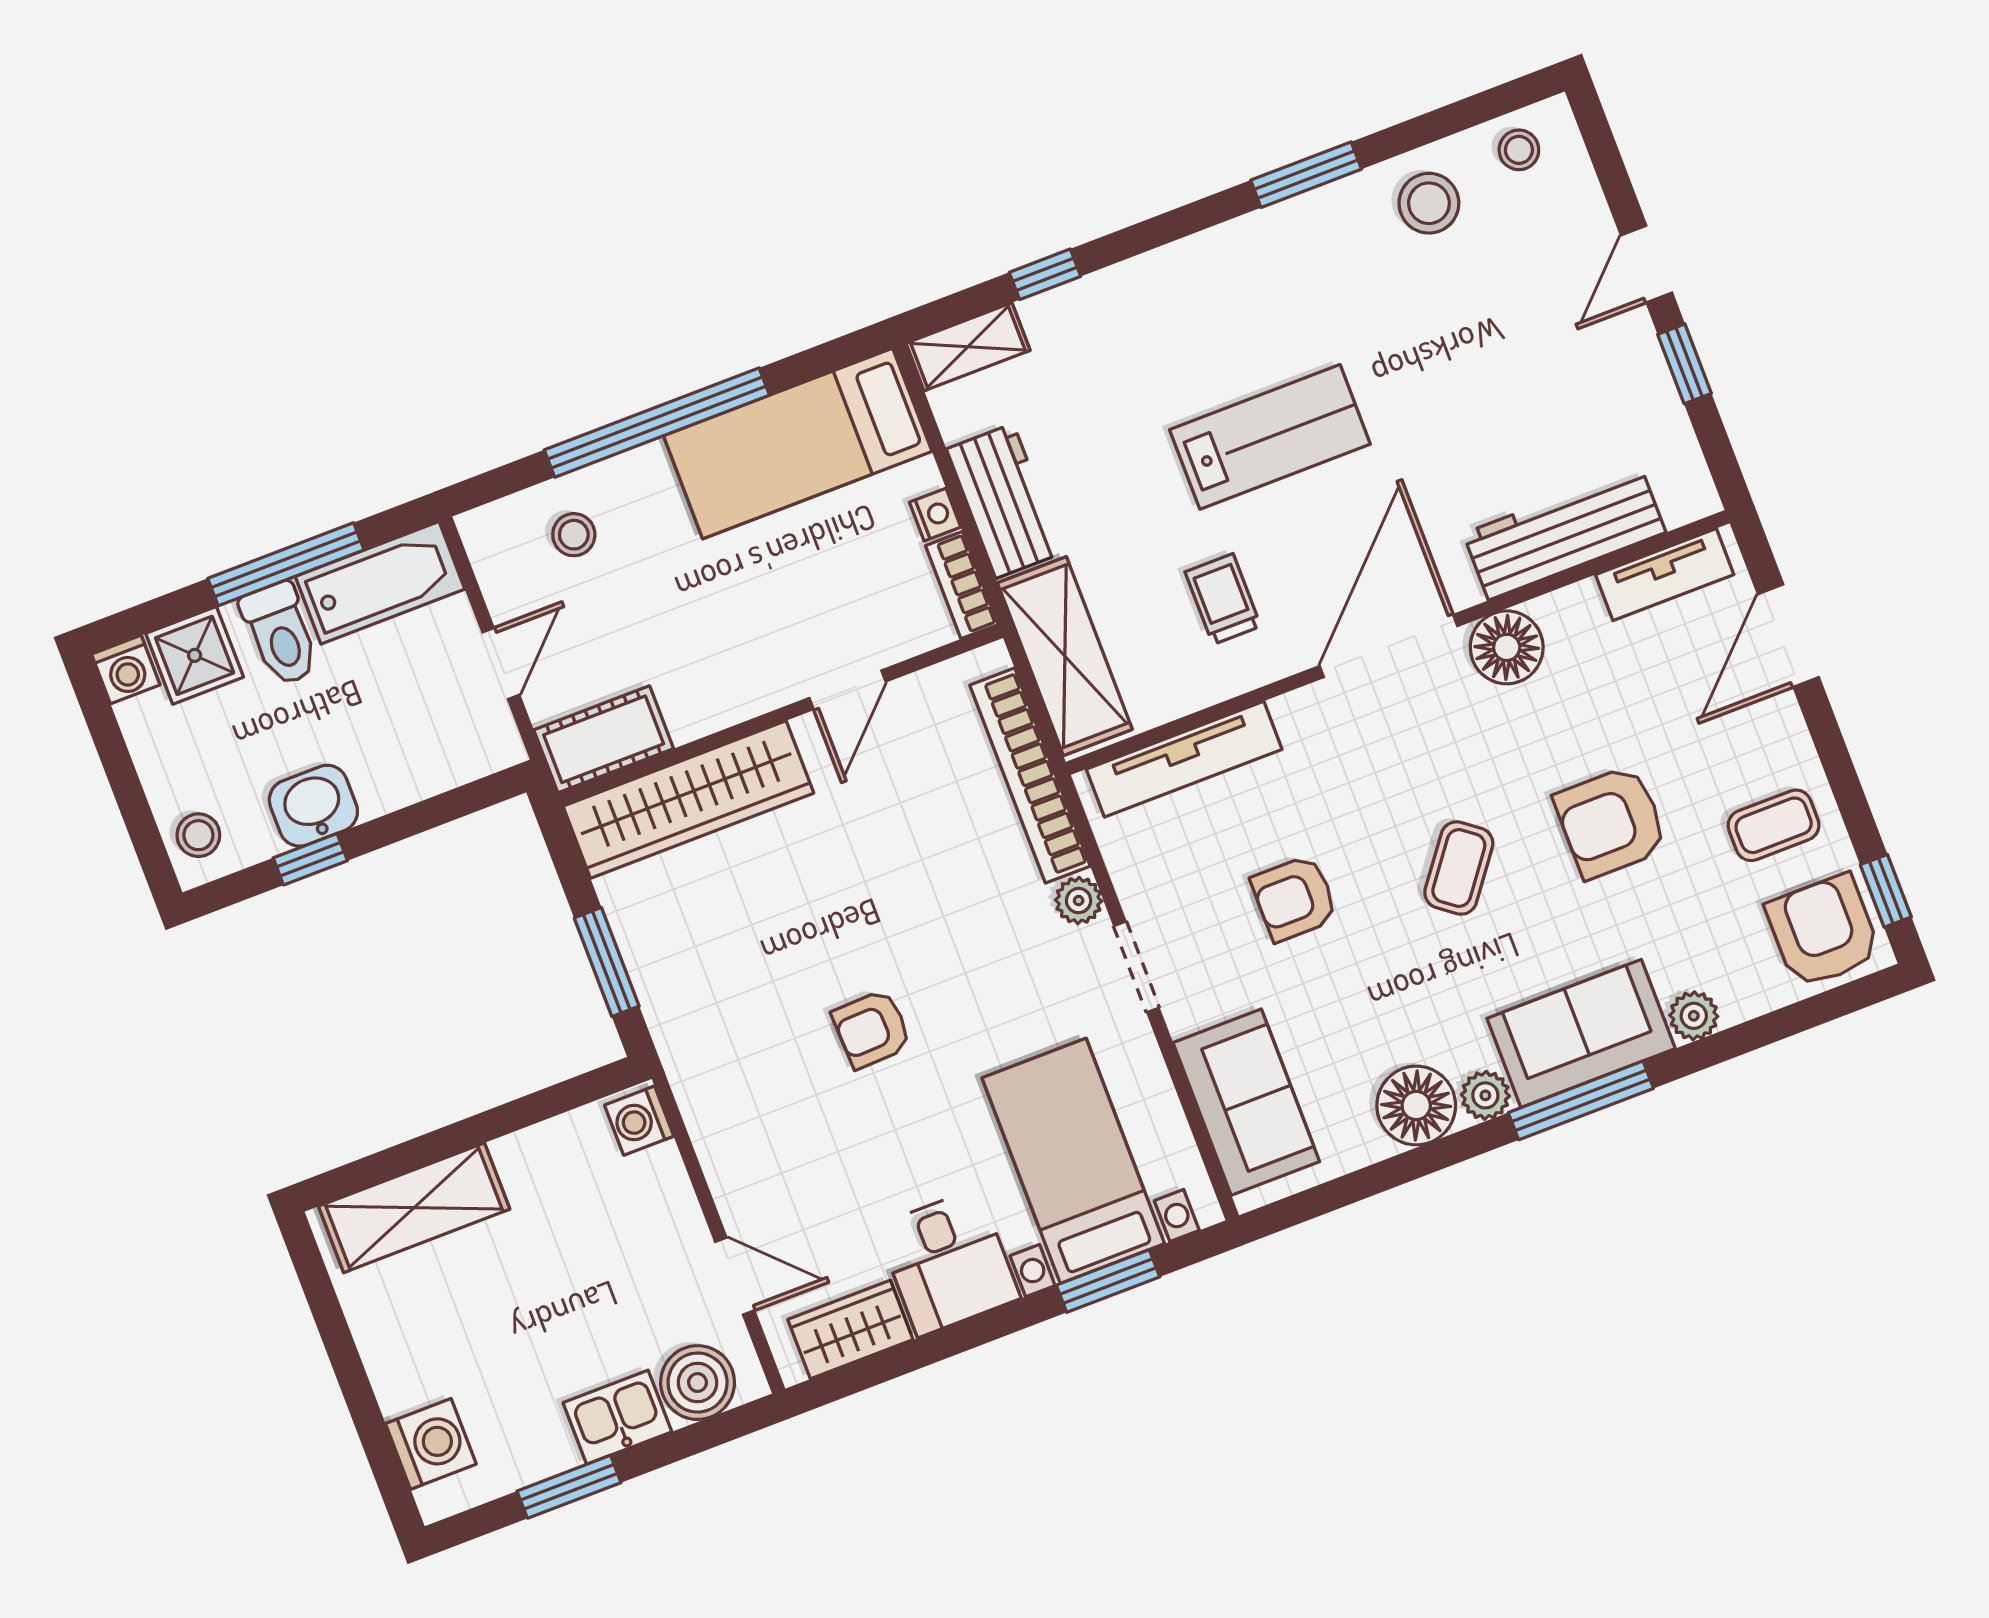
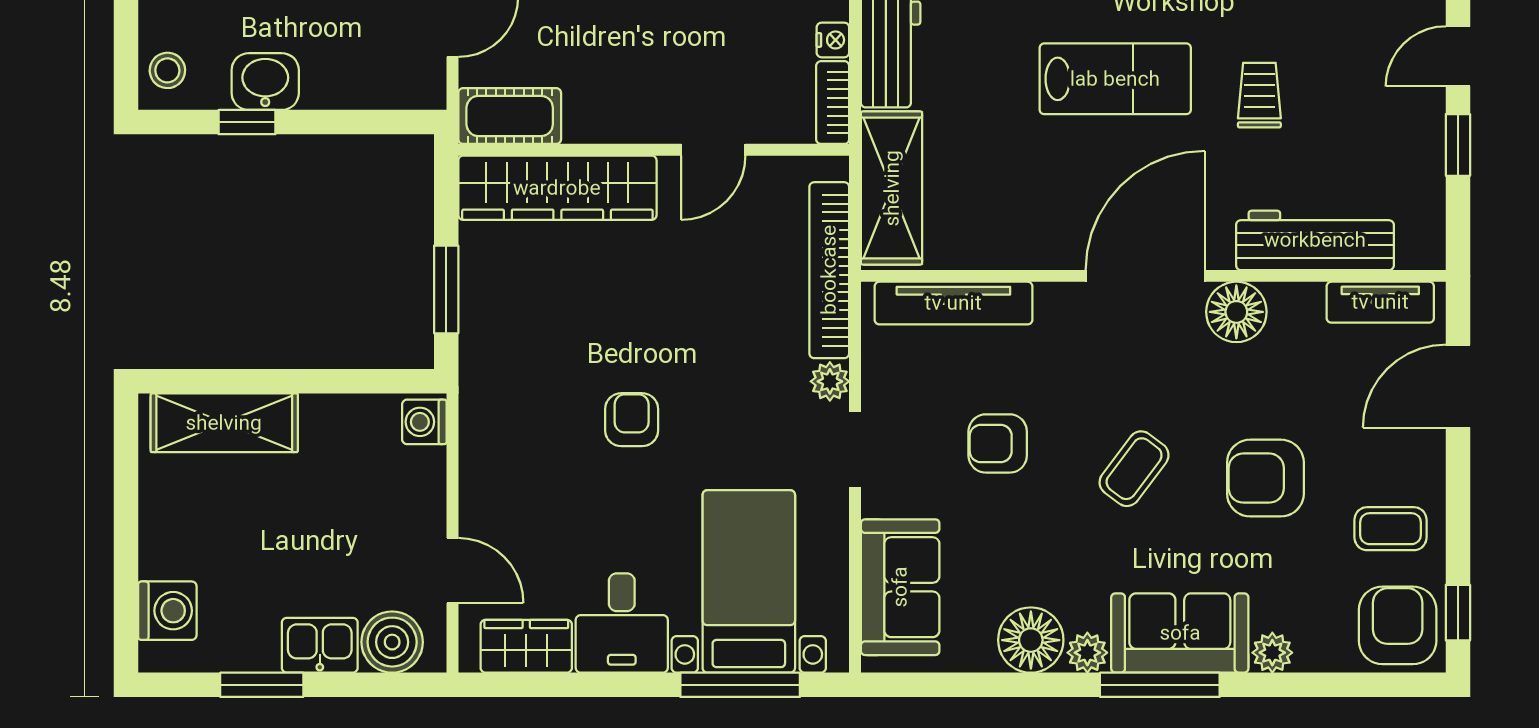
trolley: (1223, 599) -> (1259, 95), moved
armchair: (872, 1029) -> (632, 420), turned 92
window: (1108, 1281) -> (740, 685), width x1.44

